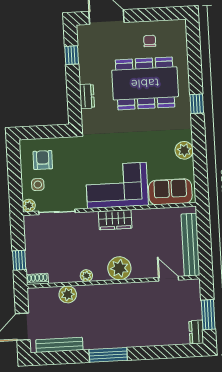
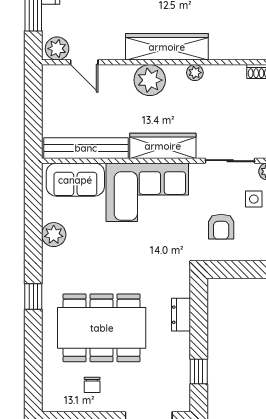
armchair: (43, 160) -> (221, 227), moved
wardrobe: (115, 220) -> (163, 146), width x1.50
bench: (190, 245) -> (86, 148), moved, turned 90
wardrobe: (108, 293) -> (167, 47), added
plant: (68, 294) -> (57, 49), moved

